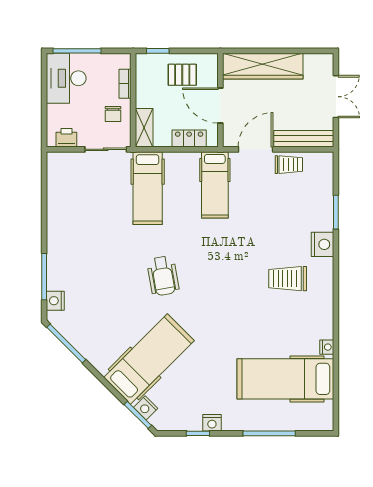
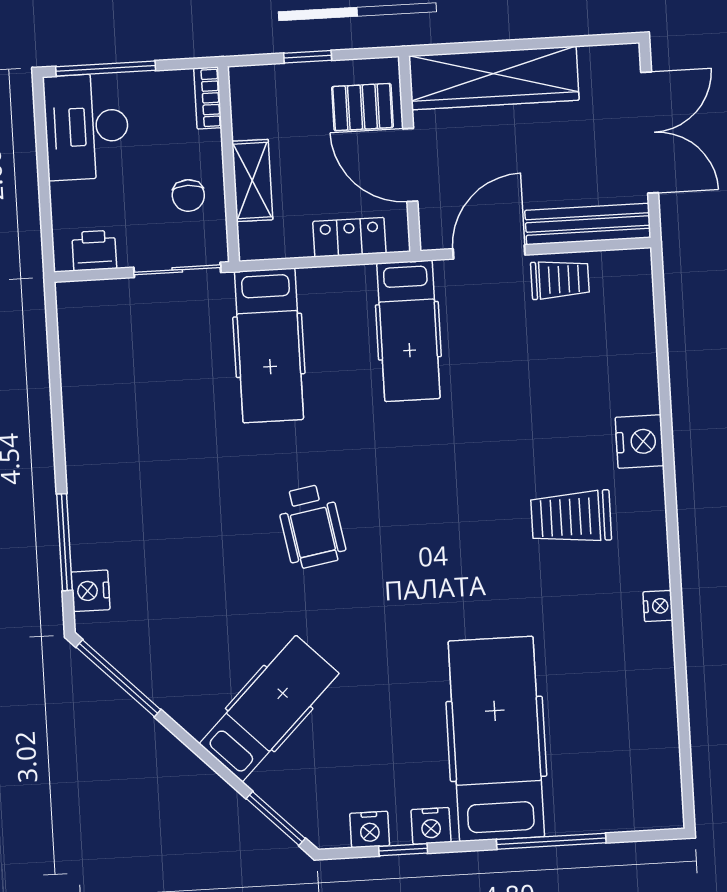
window: (158, 51) -> (308, 57), moved
pallet: (182, 75) -> (362, 107), moved
bookcase: (125, 84) -> (208, 98), moved
double door: (336, 97) -> (650, 132), width x1.37
shelving: (144, 128) -> (252, 180), moved
window: (336, 212) -> (663, 373), removed
nightstand: (327, 347) -> (658, 606), moved
hospital bed: (149, 359) -> (269, 709), width x0.73, depth x0.78
hospital bed: (285, 379) -> (496, 739), moved, turned 90
nightstand: (146, 408) -> (370, 829), moved, turned -45

